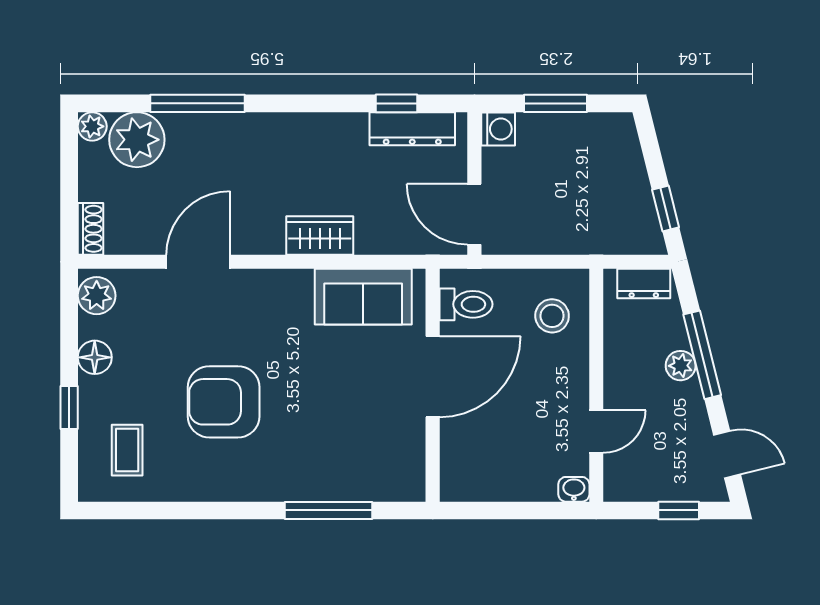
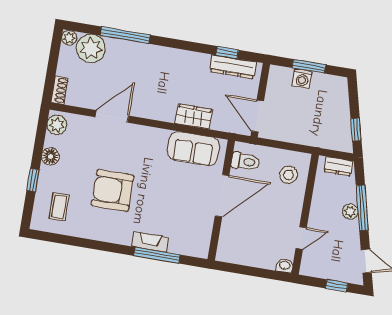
washing machine: (498, 129) -> (302, 79), moved, turned 90
wardrobe: (320, 235) -> (194, 116), moved
fireplace: (311, 487) -> (150, 242), added

